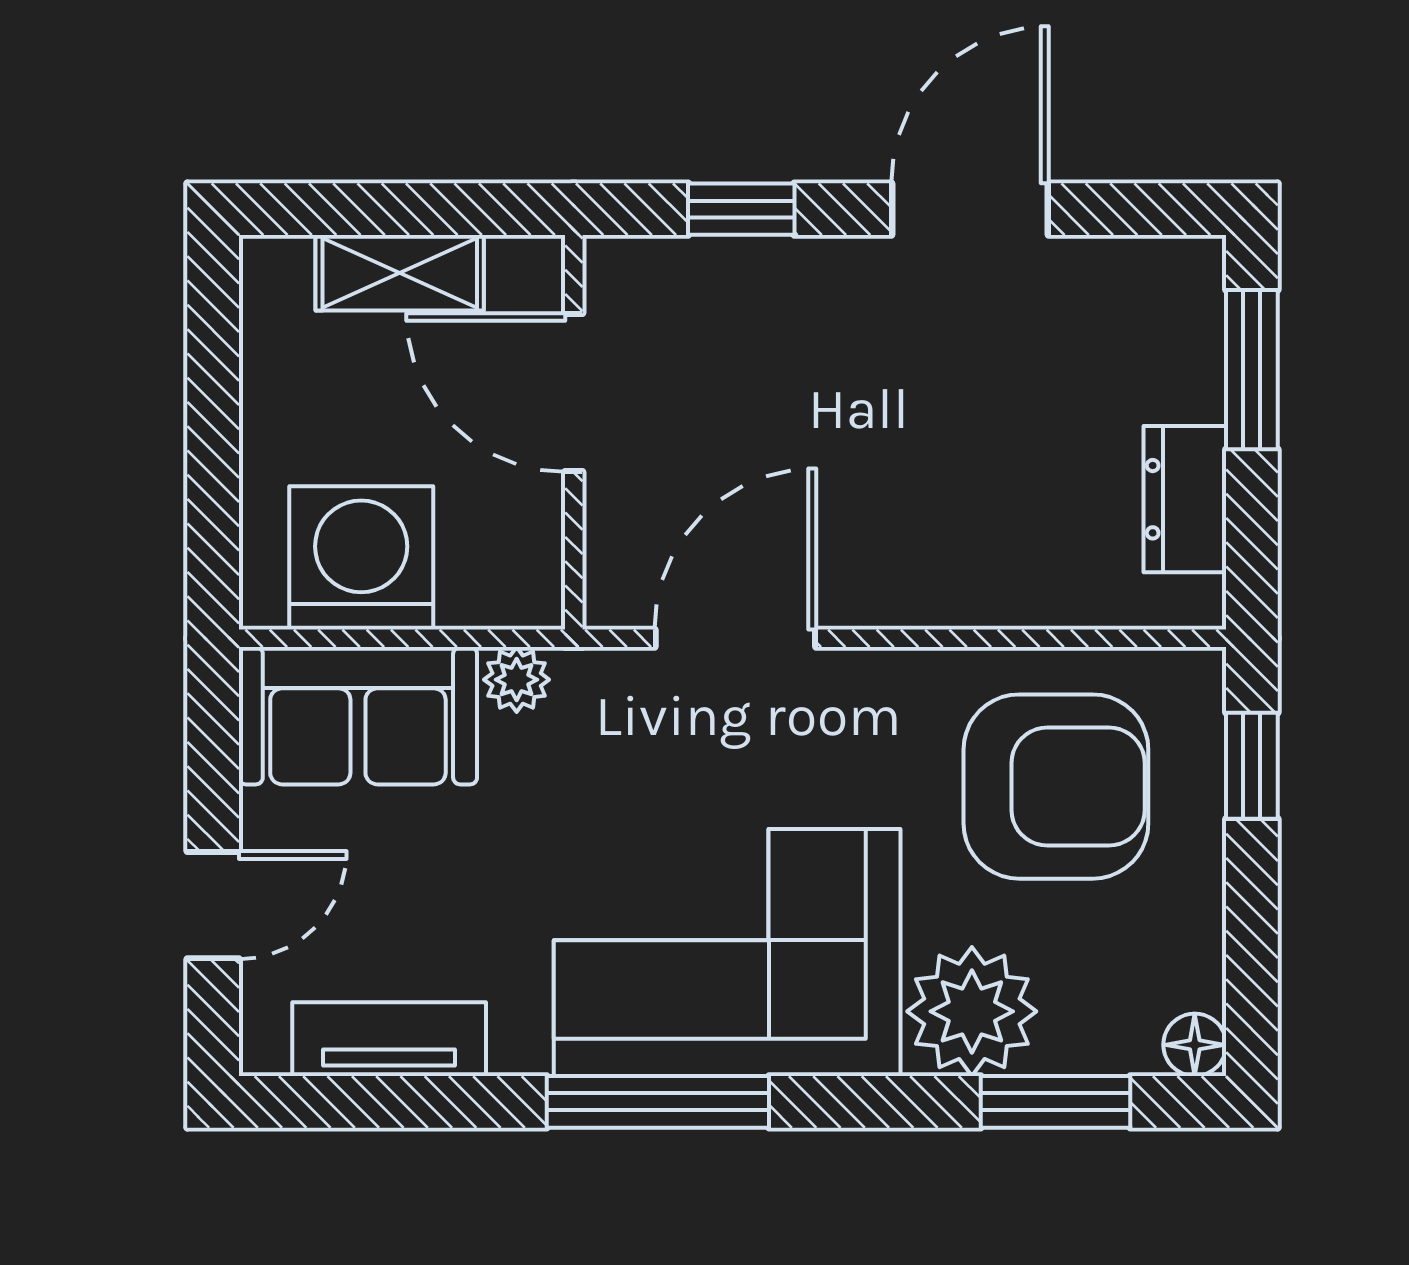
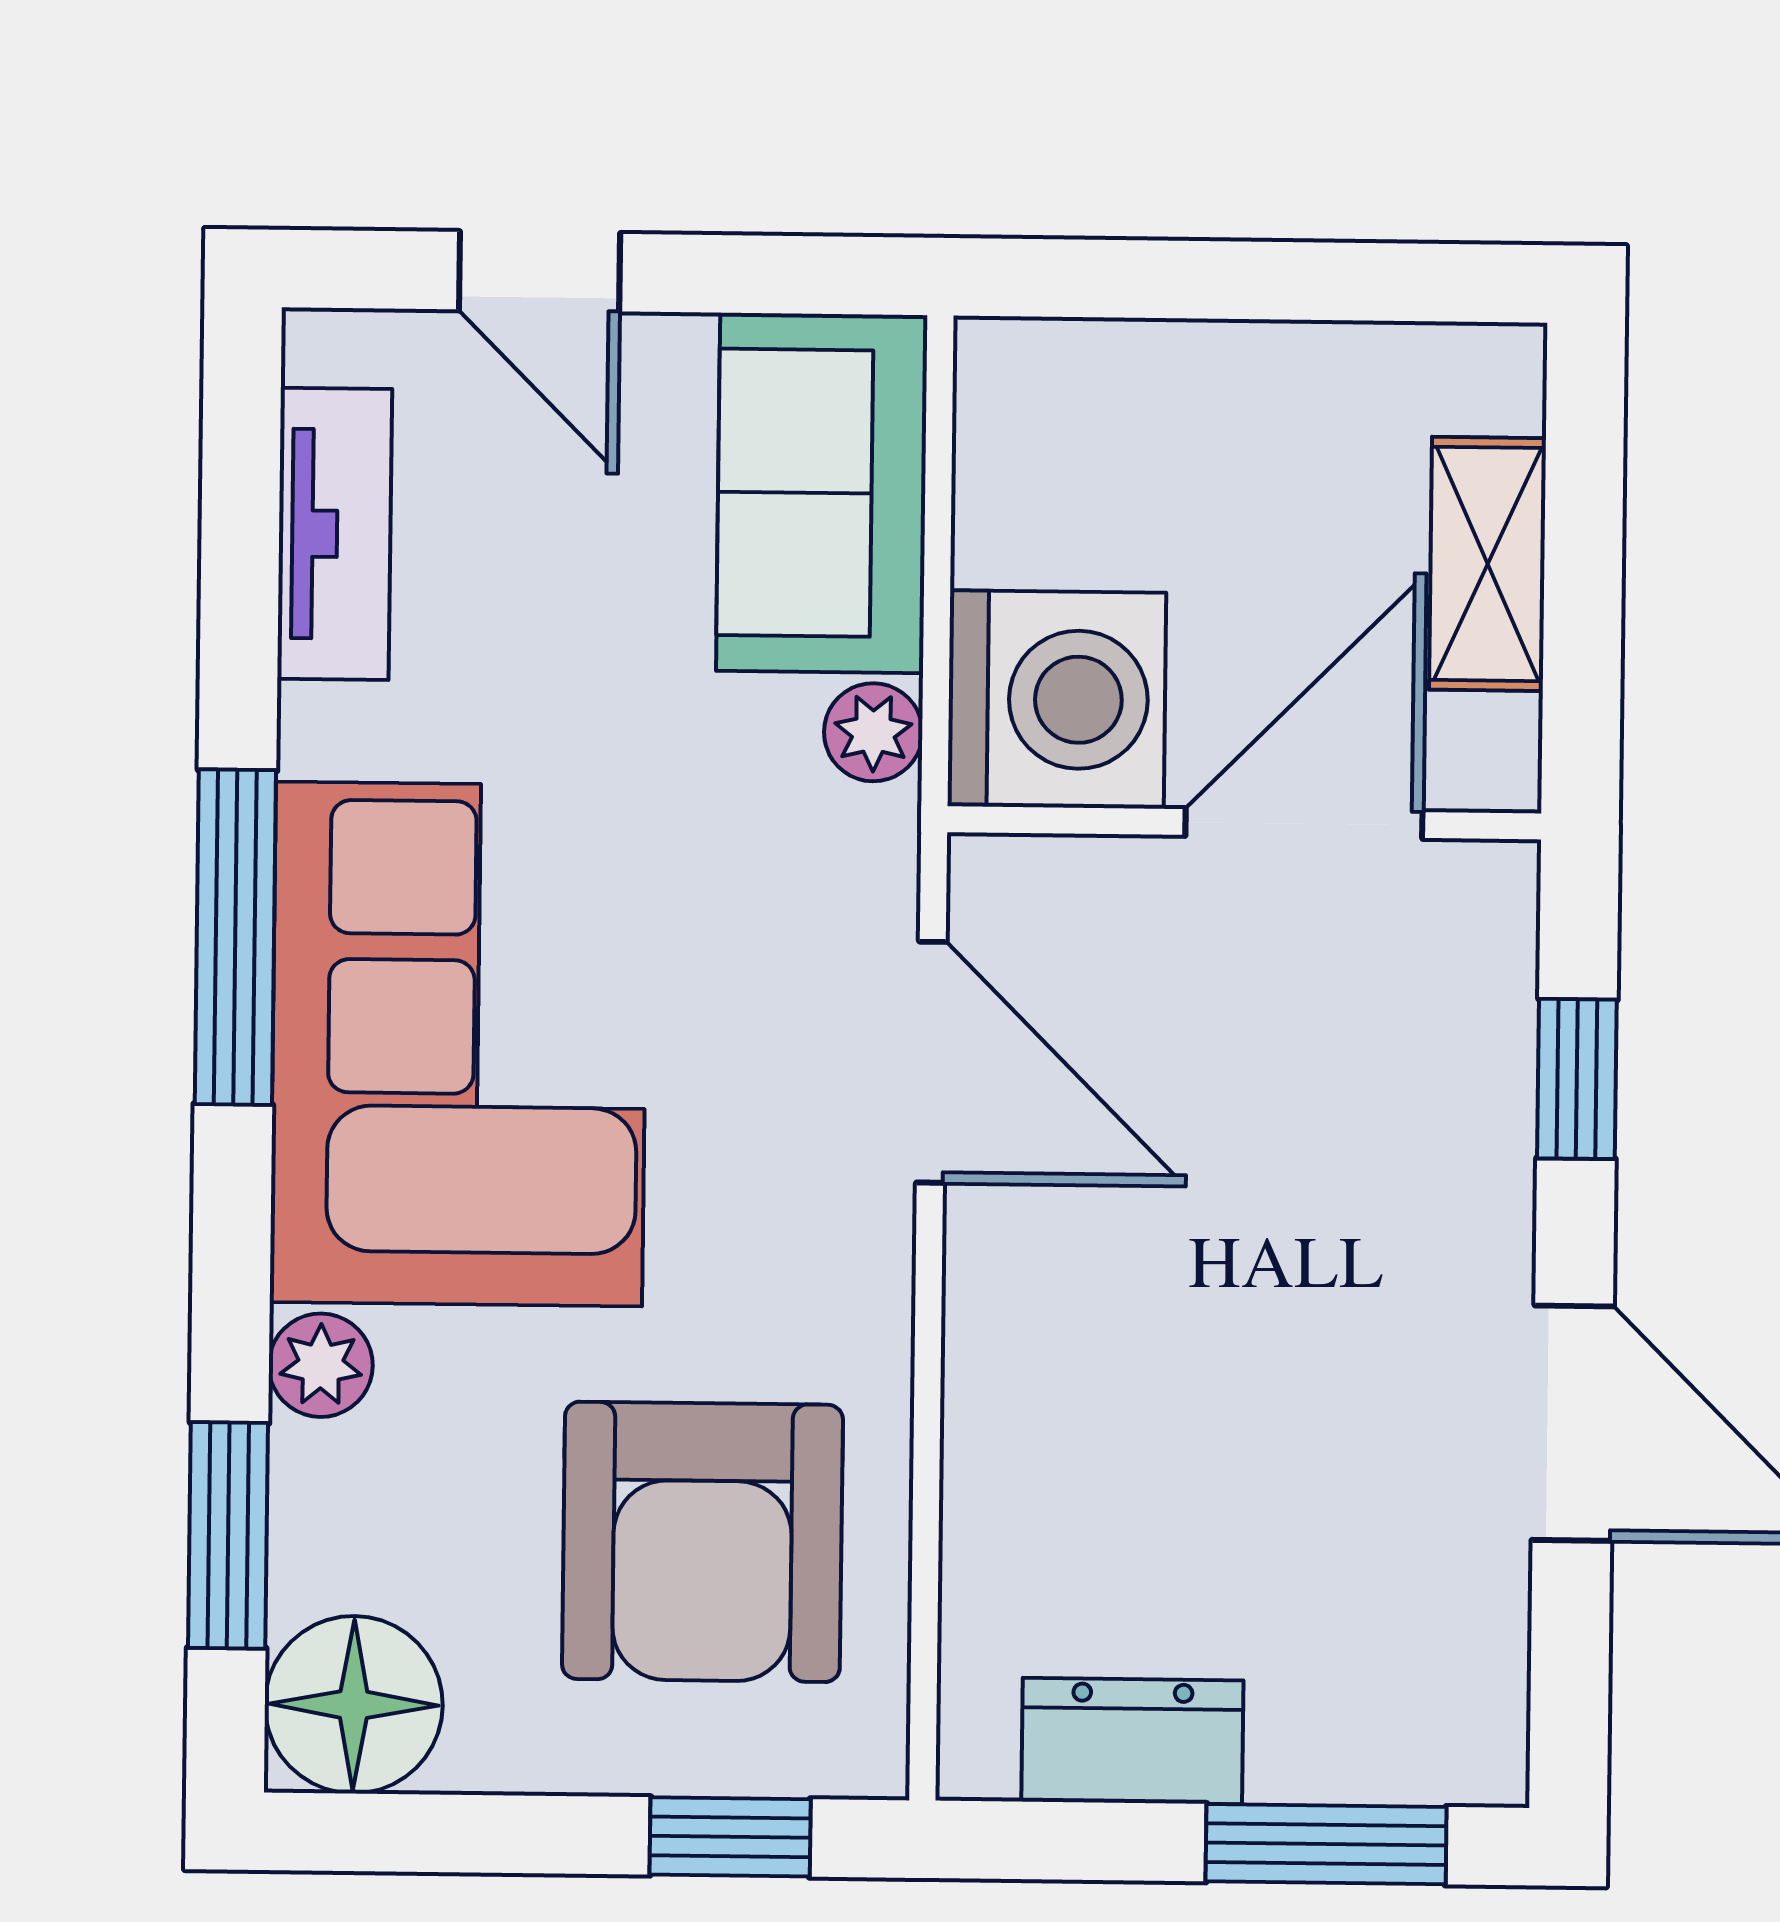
washing machine: (361, 558) -> (1057, 699), moved
plant: (972, 1011) -> (321, 1365), width x0.53, depth x0.53
floor lamp: (1195, 1045) -> (354, 1705), width x1.89, depth x1.89

